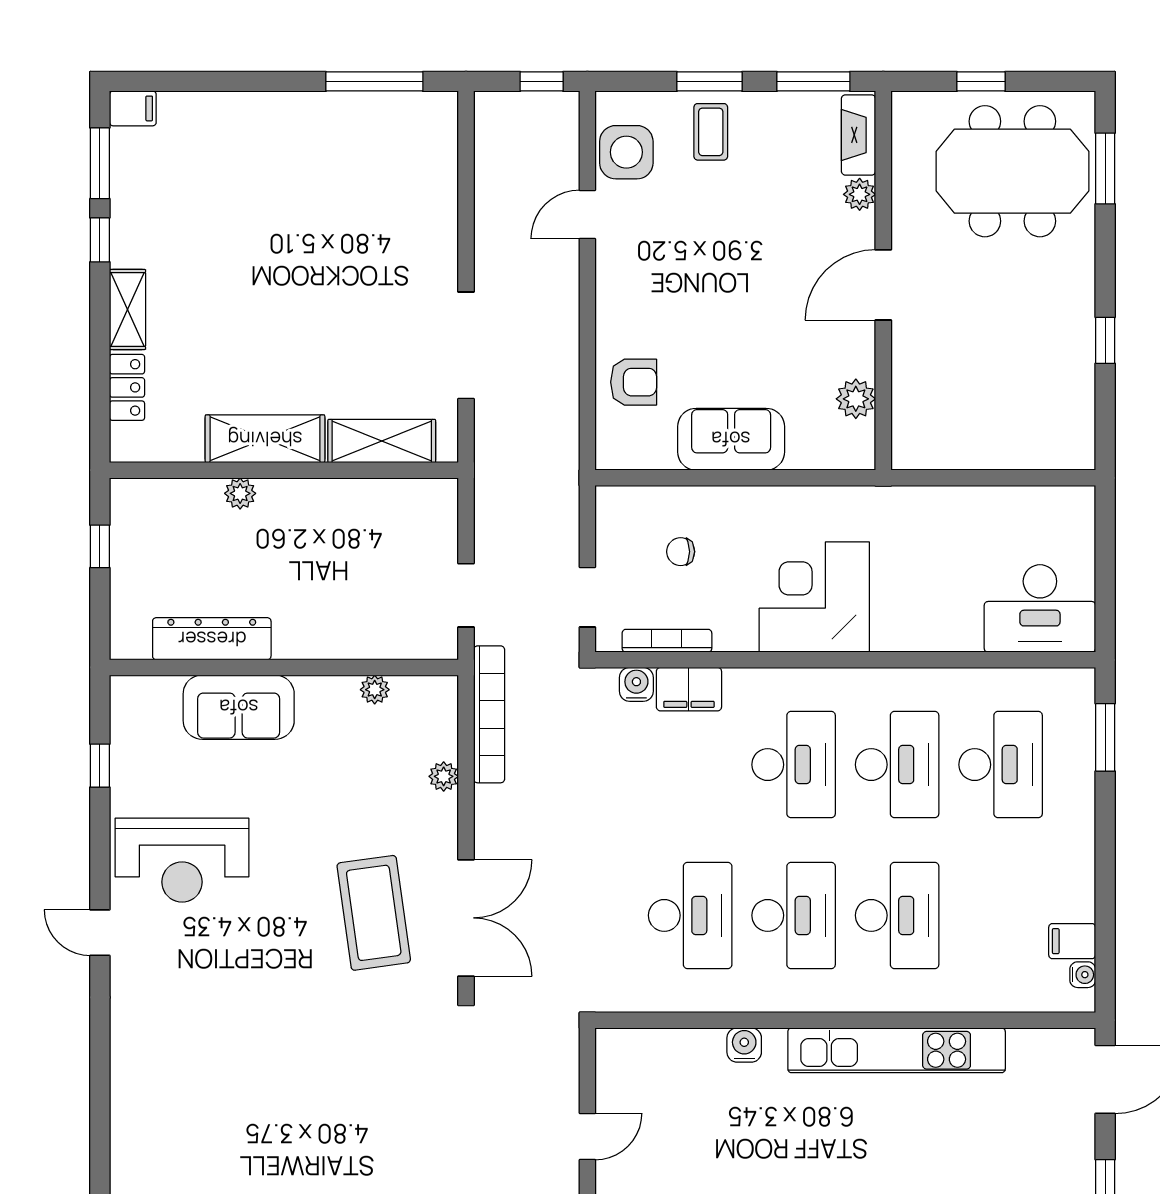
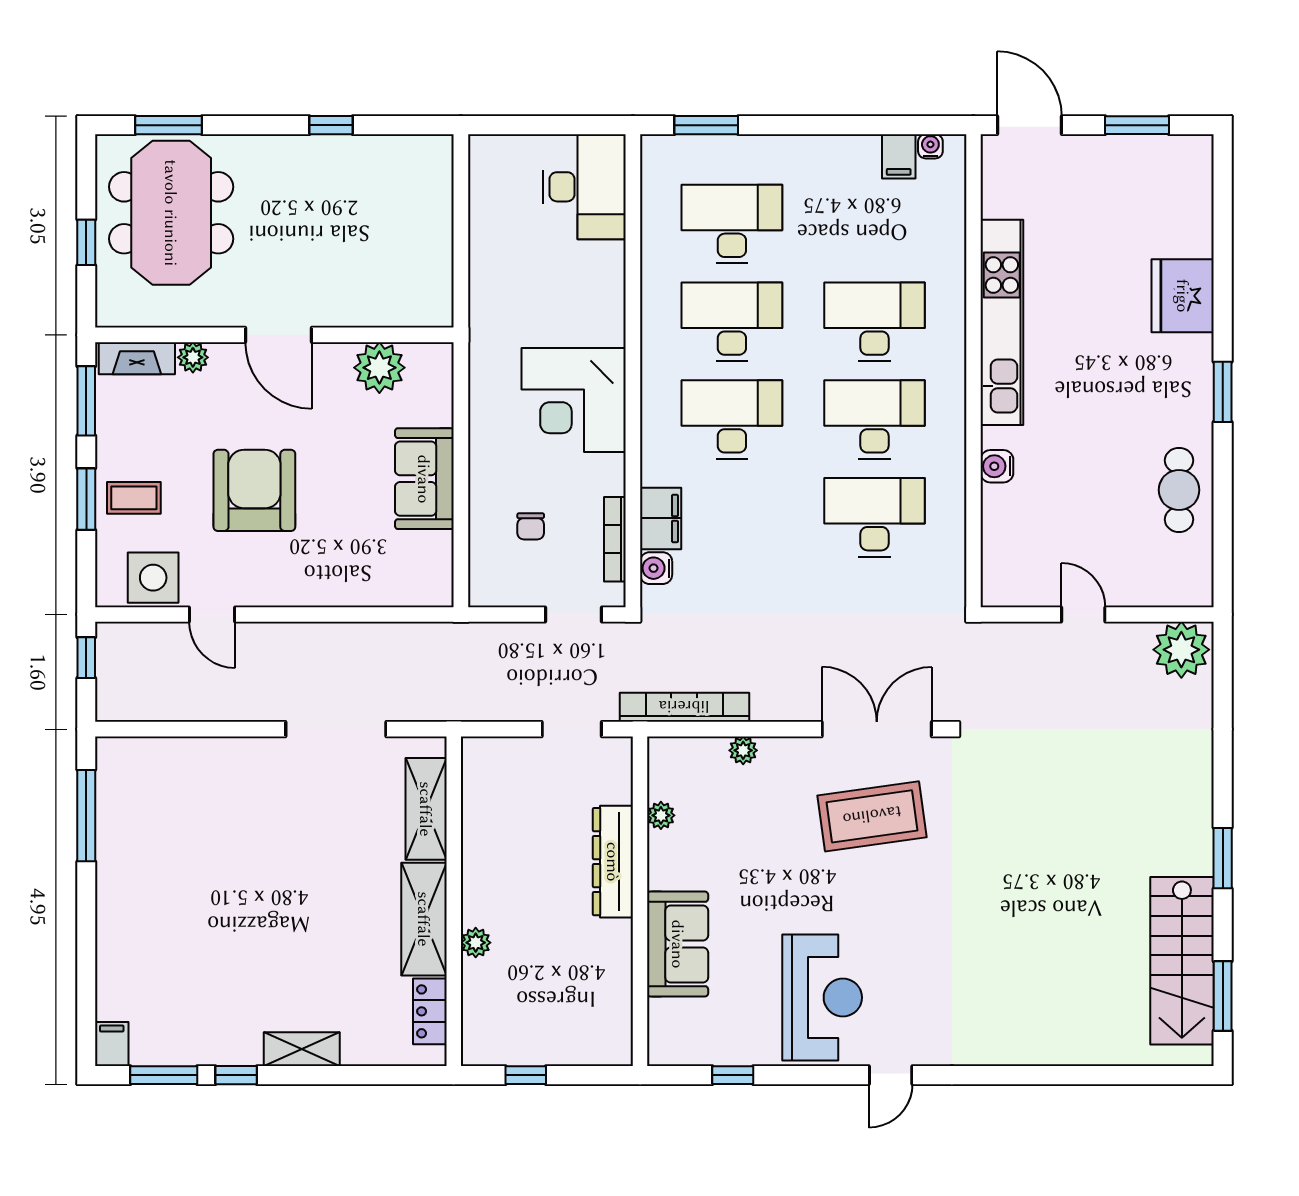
armchair: (634, 382) -> (254, 490), moved, width x1.88, depth x1.88
locker: (127, 387) -> (430, 1011), moved, turned -90
plant: (856, 399) -> (379, 368), width x1.36, depth x1.36
dresser: (212, 639) -> (613, 862), moved

